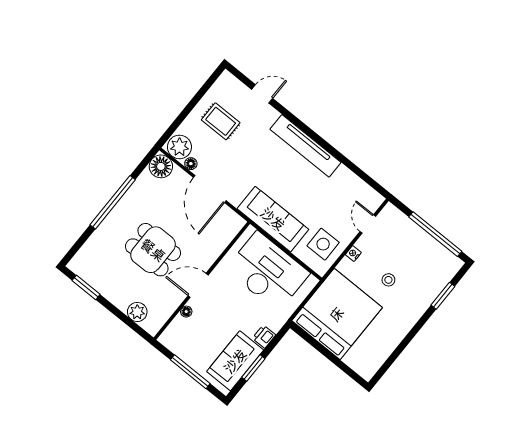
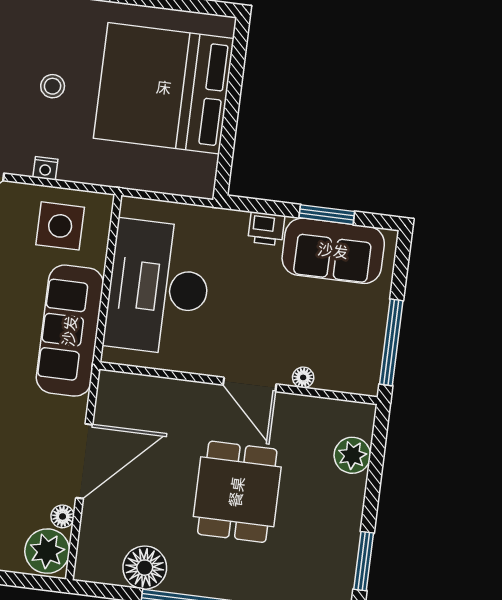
floor lamp: (161, 166) -> (145, 568), moved
bed: (337, 314) -> (164, 88), moved
window: (190, 372) -> (391, 342), moved

